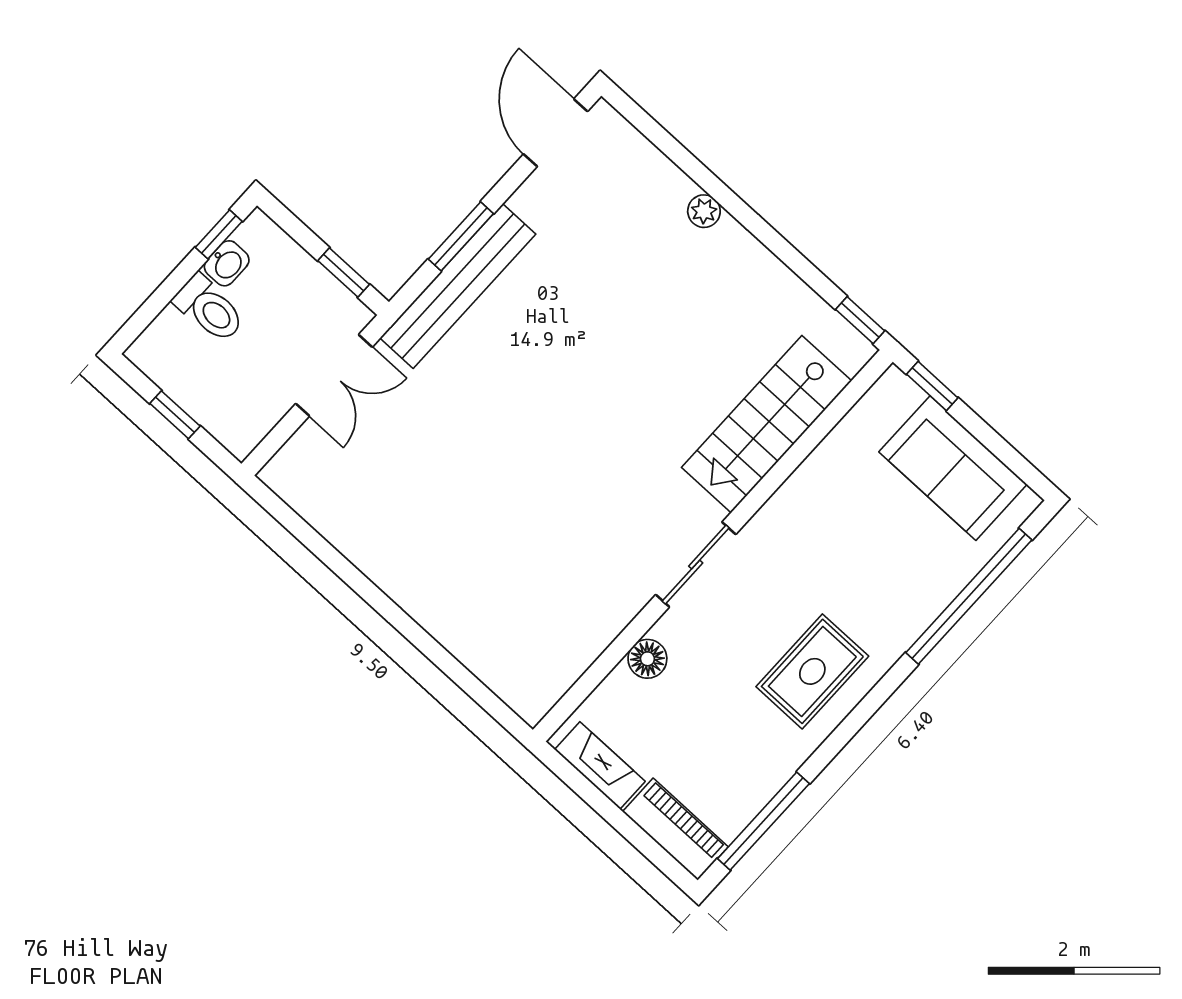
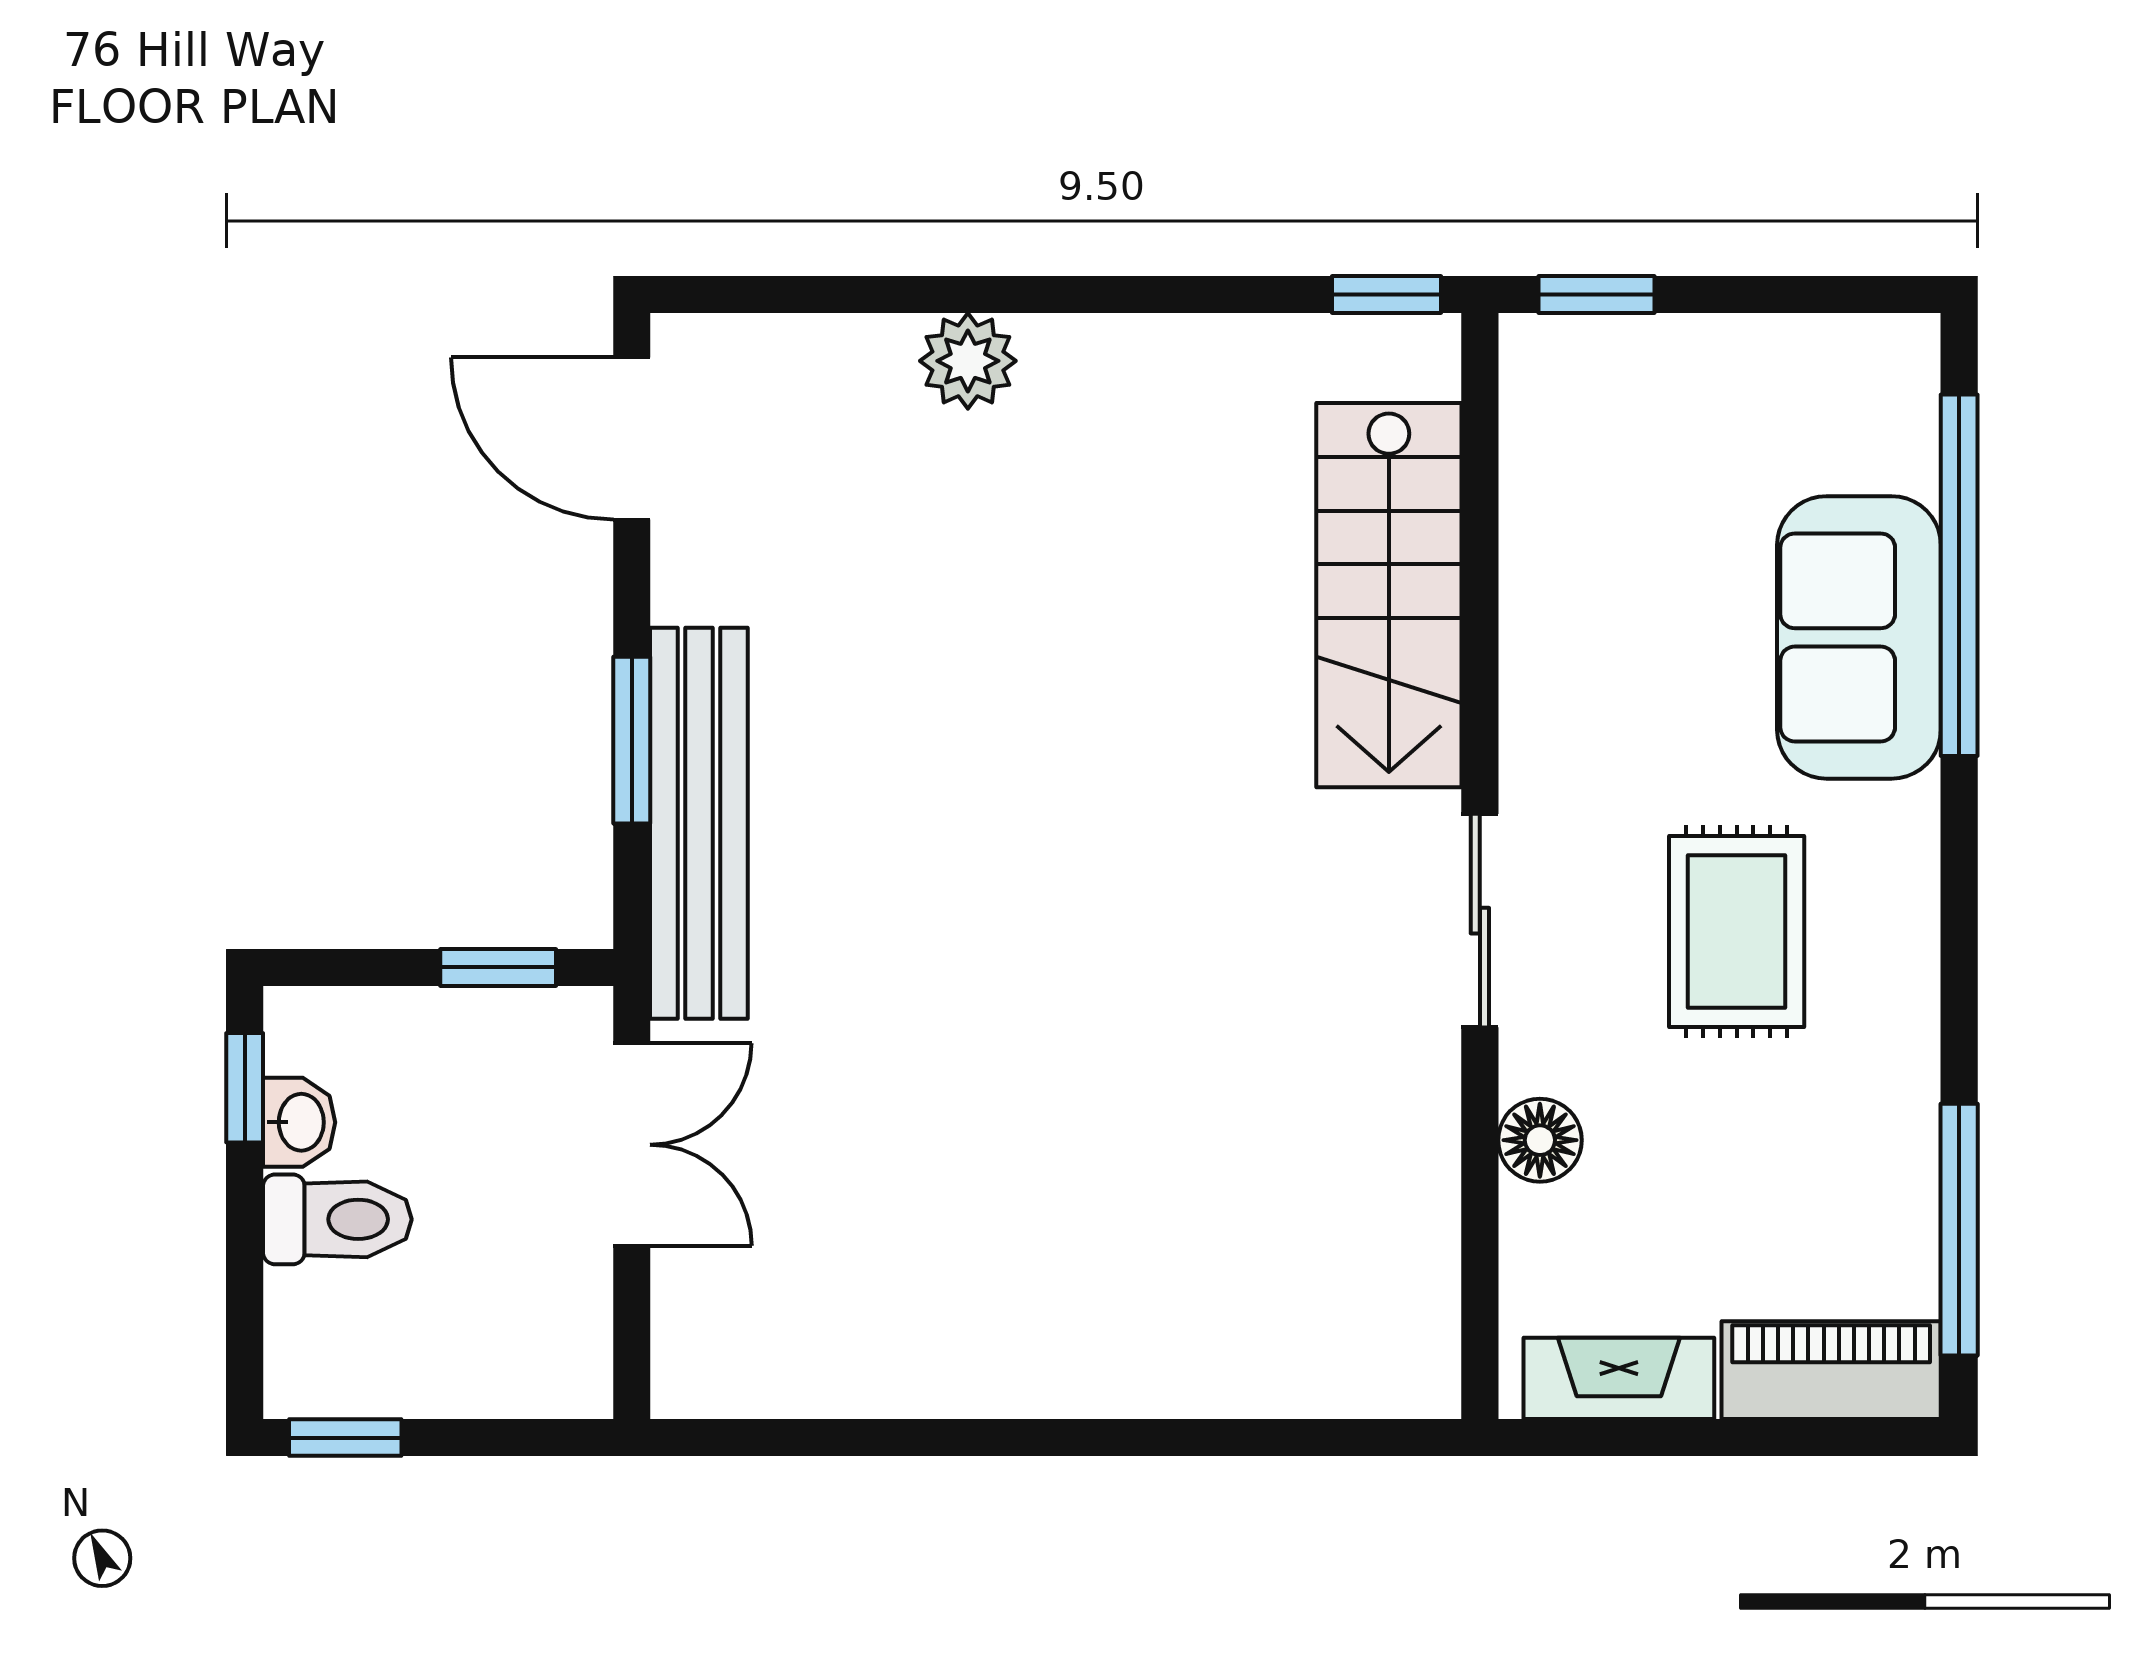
plant: (704, 211) -> (968, 361), width x1.38, depth x1.38
window: (175, 415) -> (345, 1438), moved
sofa: (953, 468) -> (1859, 637), moved, turned 90
rug: (812, 671) -> (1737, 932), moved

